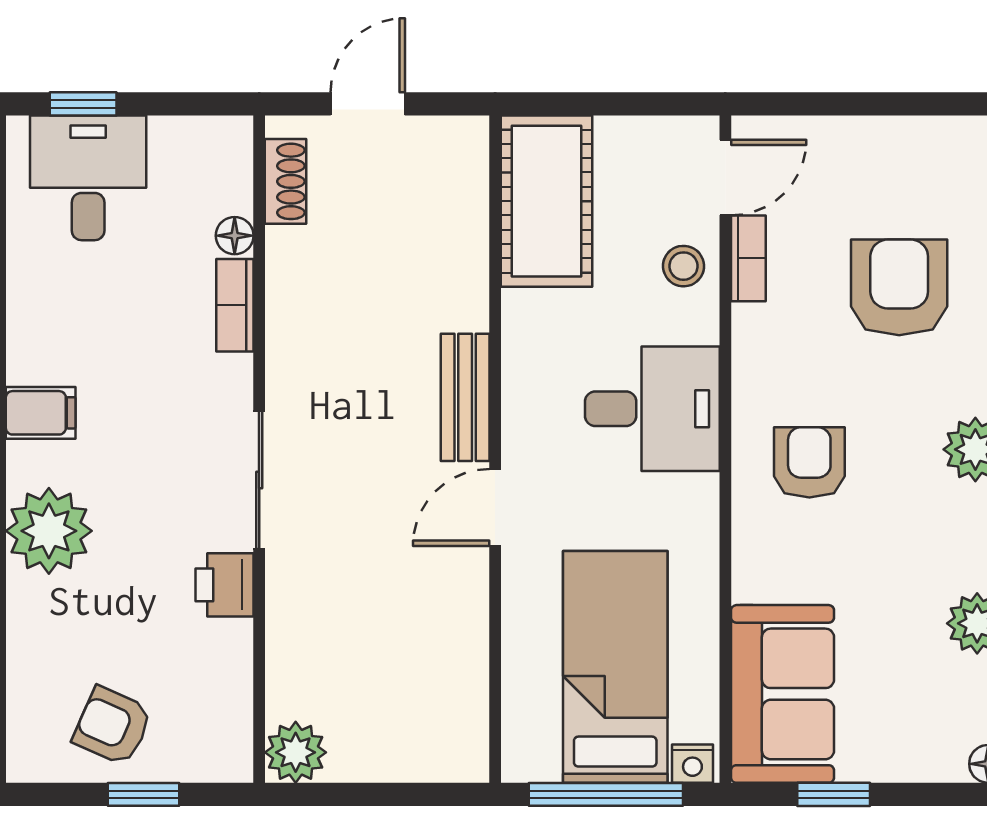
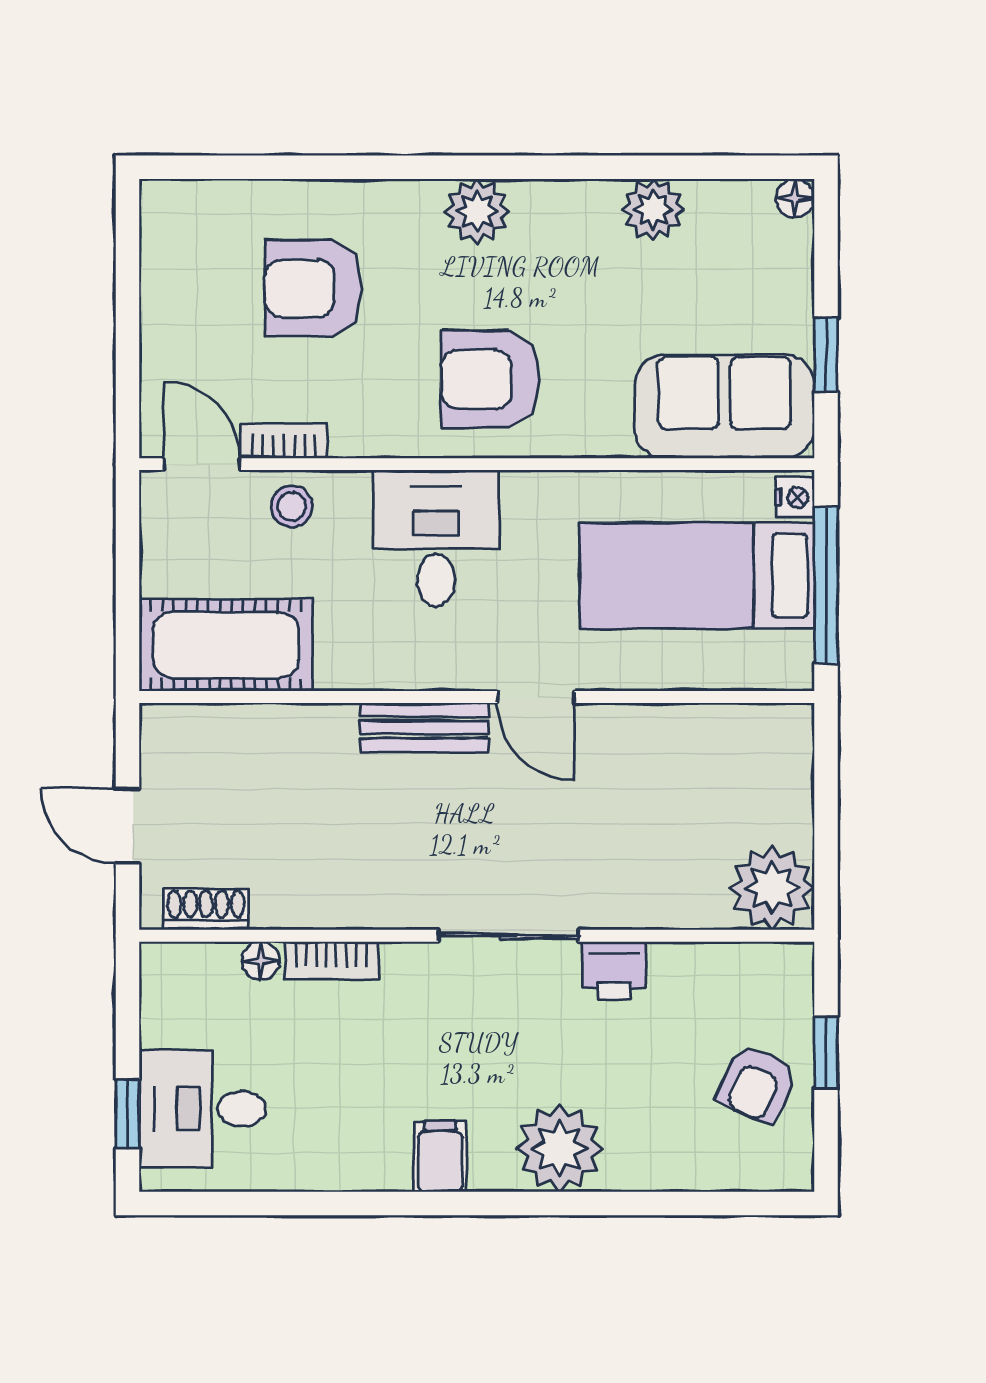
armchair: (809, 462) -> (490, 379), width x1.38, depth x1.38
plant: (296, 752) -> (772, 888), width x1.36, depth x1.36

